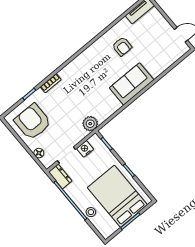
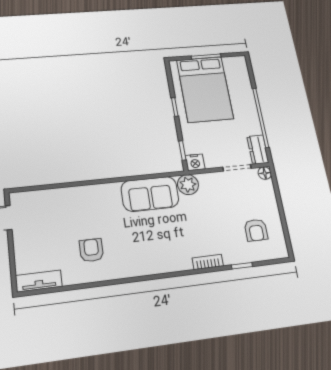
sofa: (132, 84) -> (150, 194), moved
armchair: (33, 122) -> (256, 230), width x0.53, depth x0.53
nightstand: (85, 149) -> (195, 162), moved
floor lamp: (39, 153) -> (265, 173), moved
stool: (91, 212) -> (245, 92), removed

